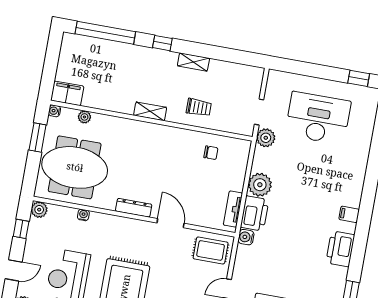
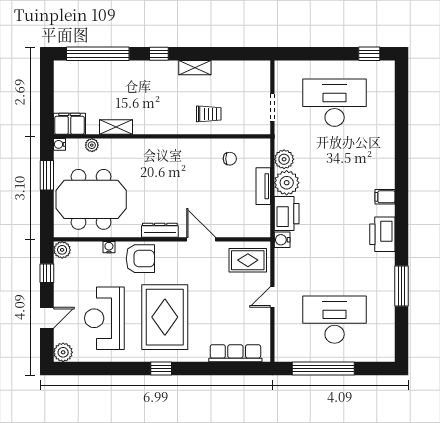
shelving: (150, 111) -> (116, 127), moved
plant: (266, 138) -> (284, 159), moved
tv unit: (233, 209) -> (263, 186), moved
armchair: (111, 231) -> (140, 259), added

